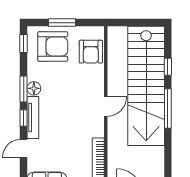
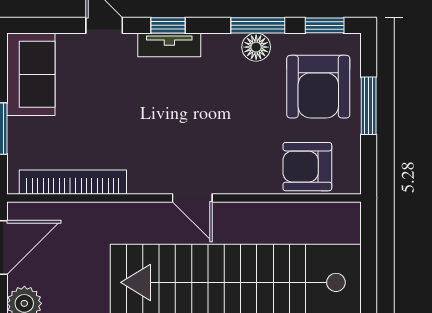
floor lamp: (34, 88) -> (256, 47), moved
window: (24, 89) -> (258, 25), moved
tv unit: (33, 117) -> (169, 45), width x0.71

